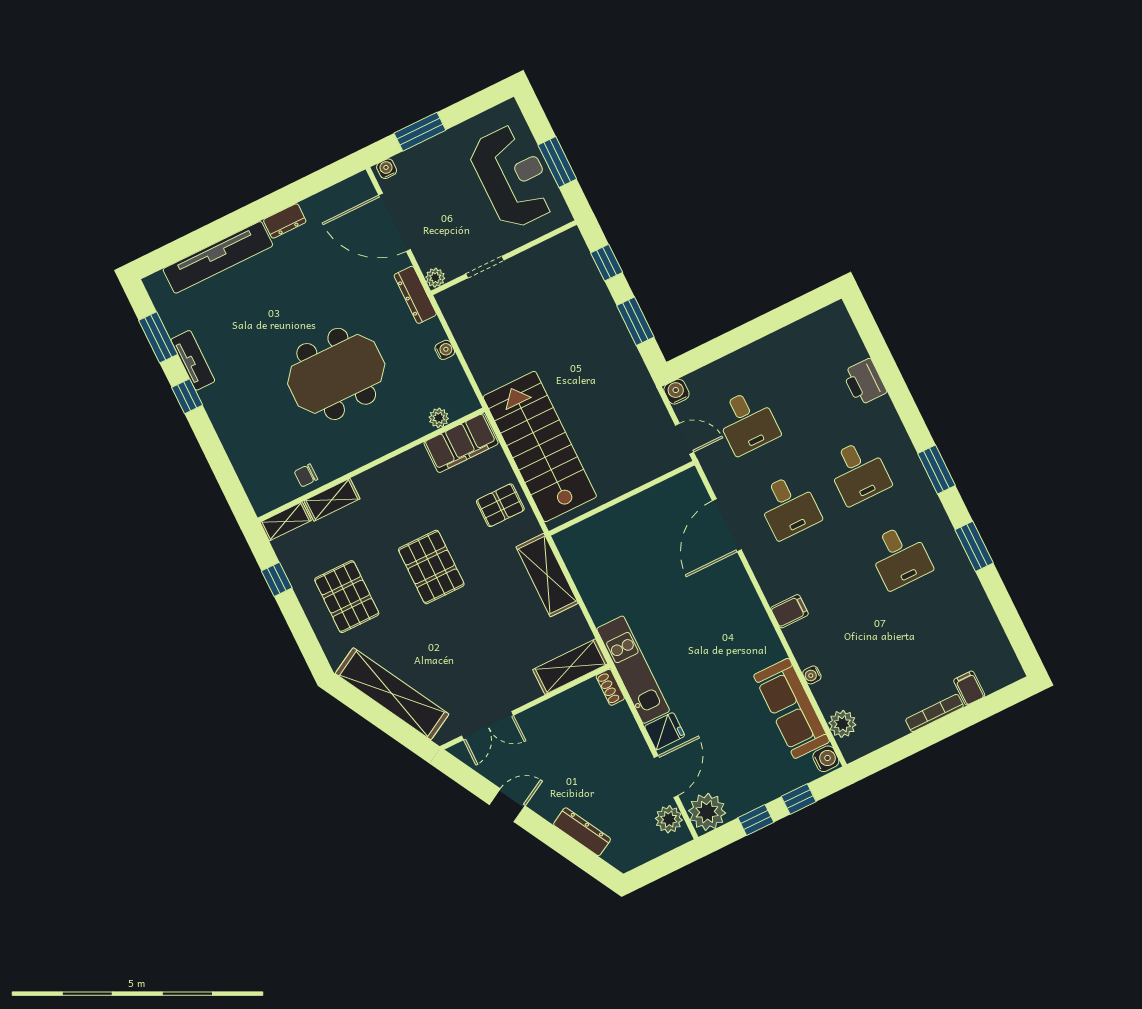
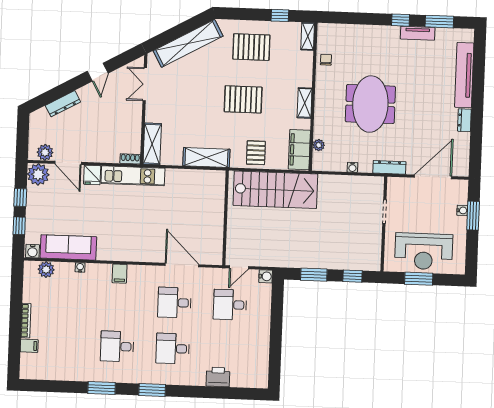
water cooler: (387, 169) -> (462, 210), moved
plant: (435, 278) -> (393, 183), removed
shelving: (332, 500) -> (305, 103), moved

